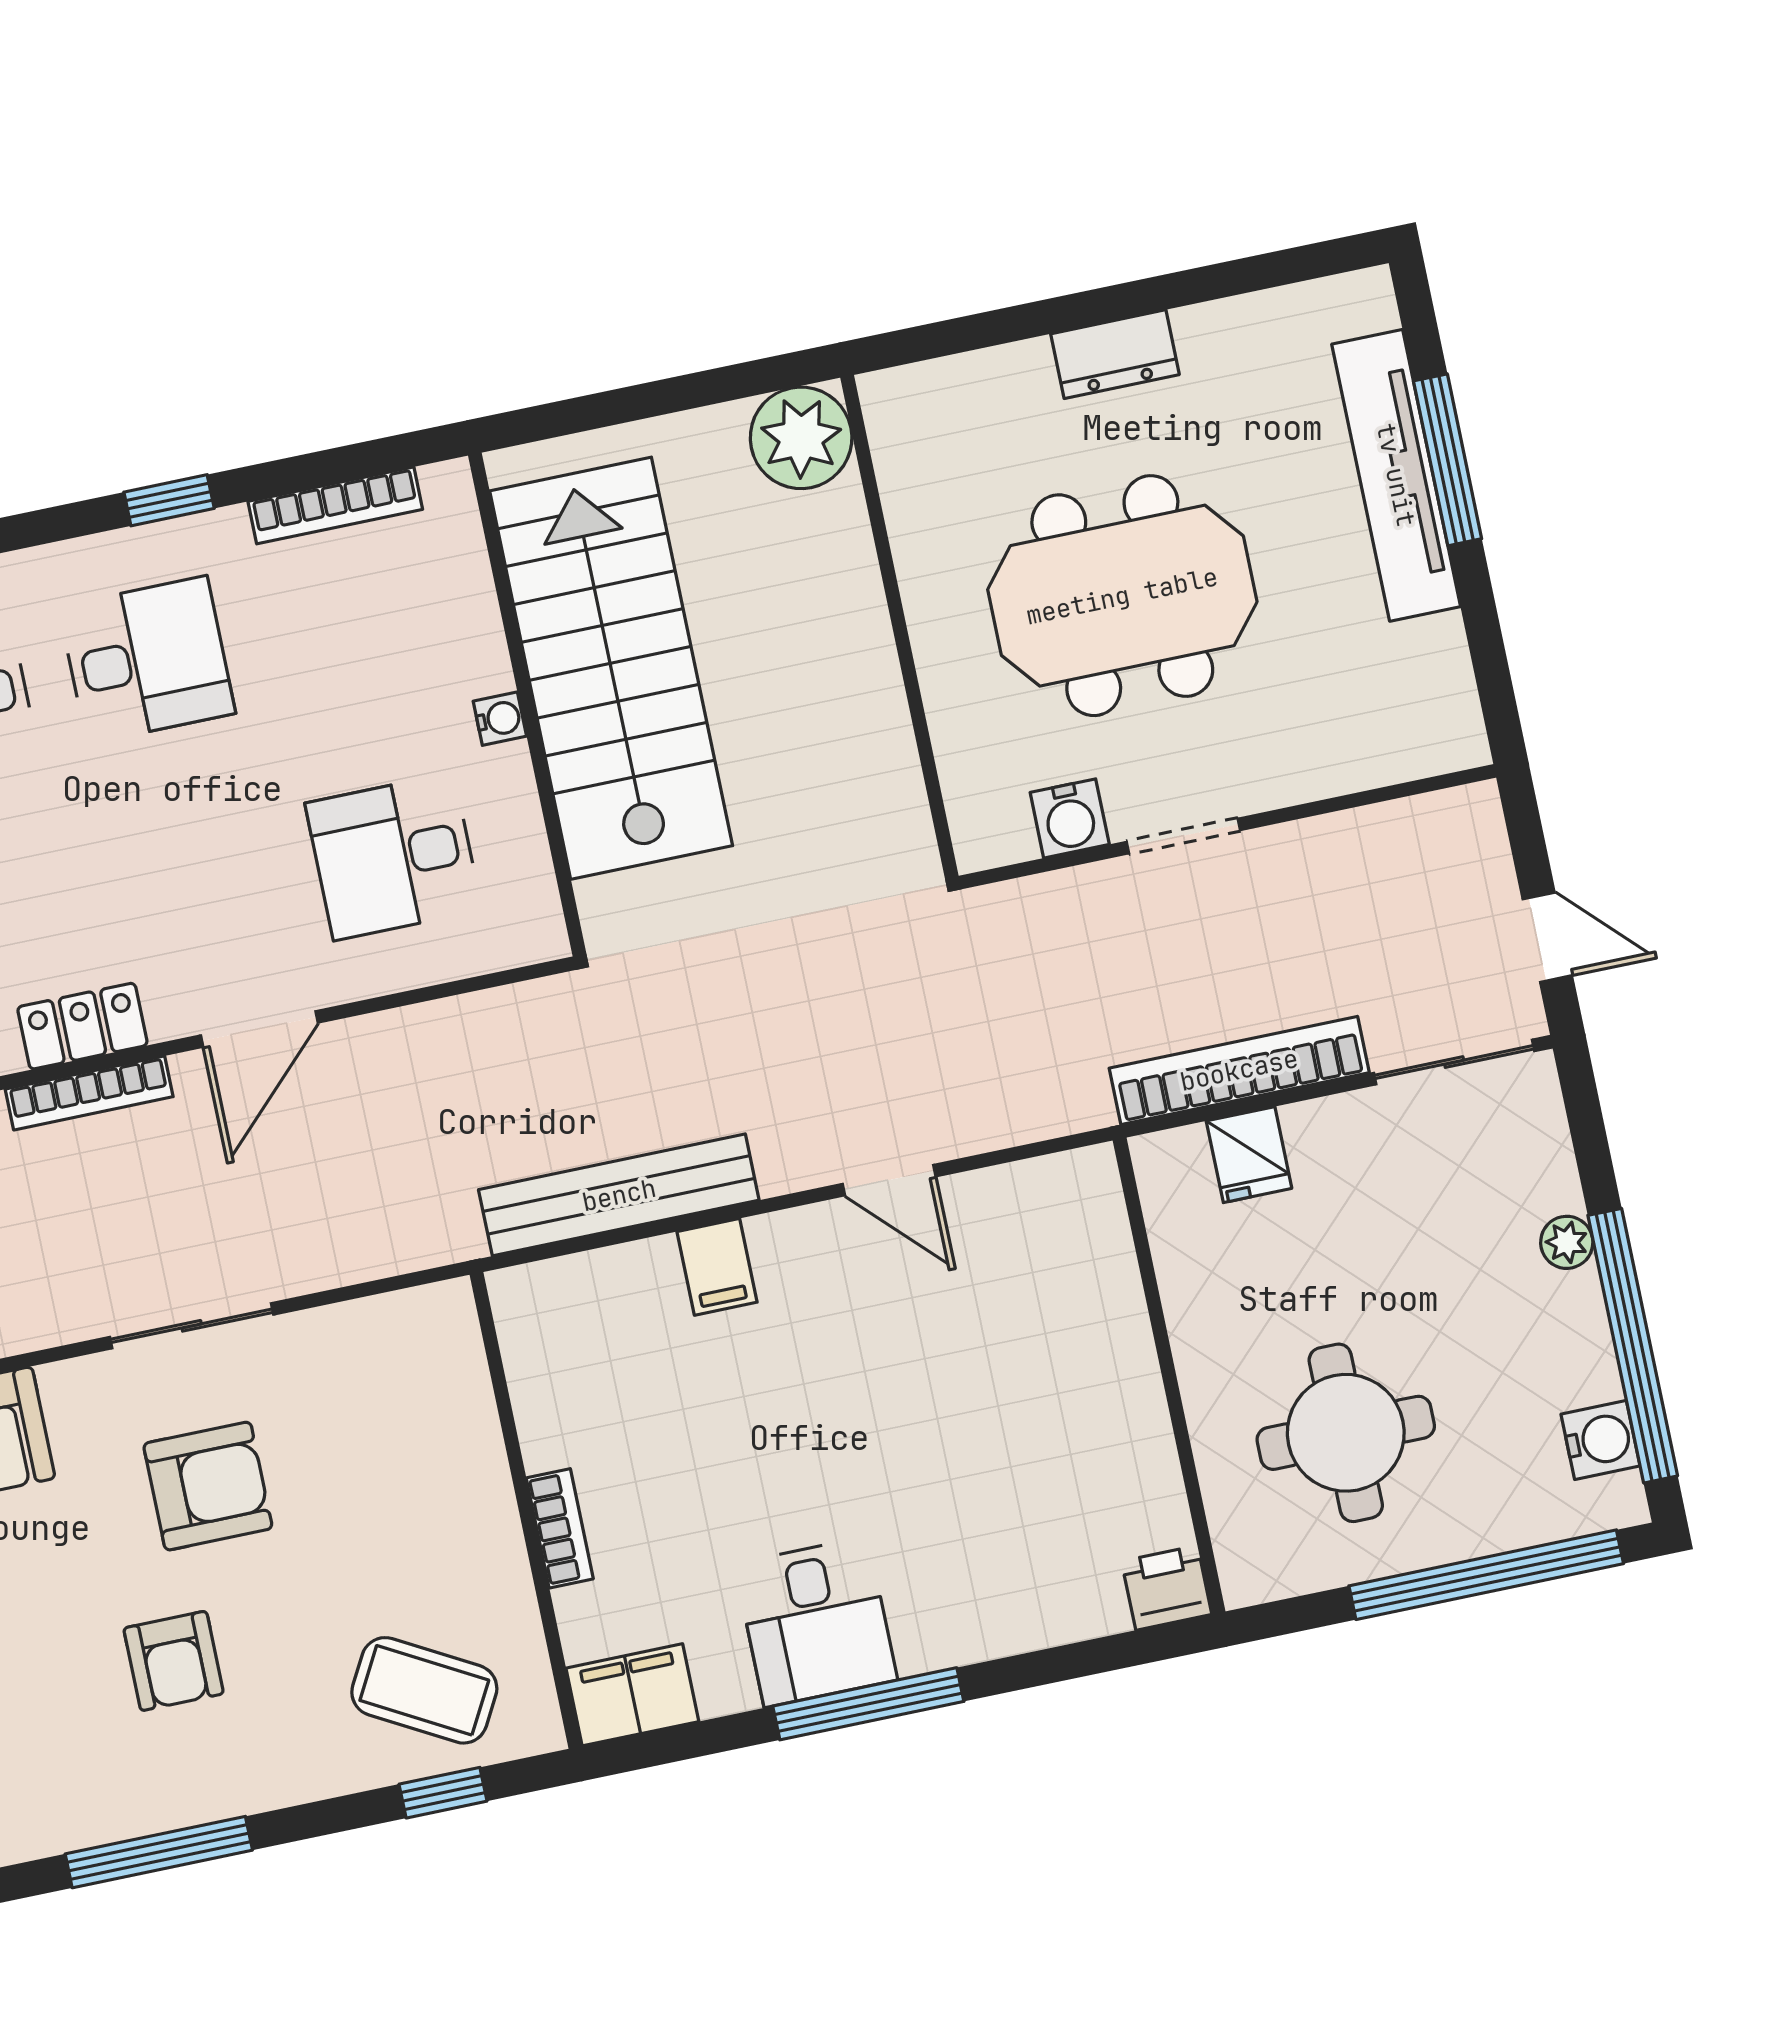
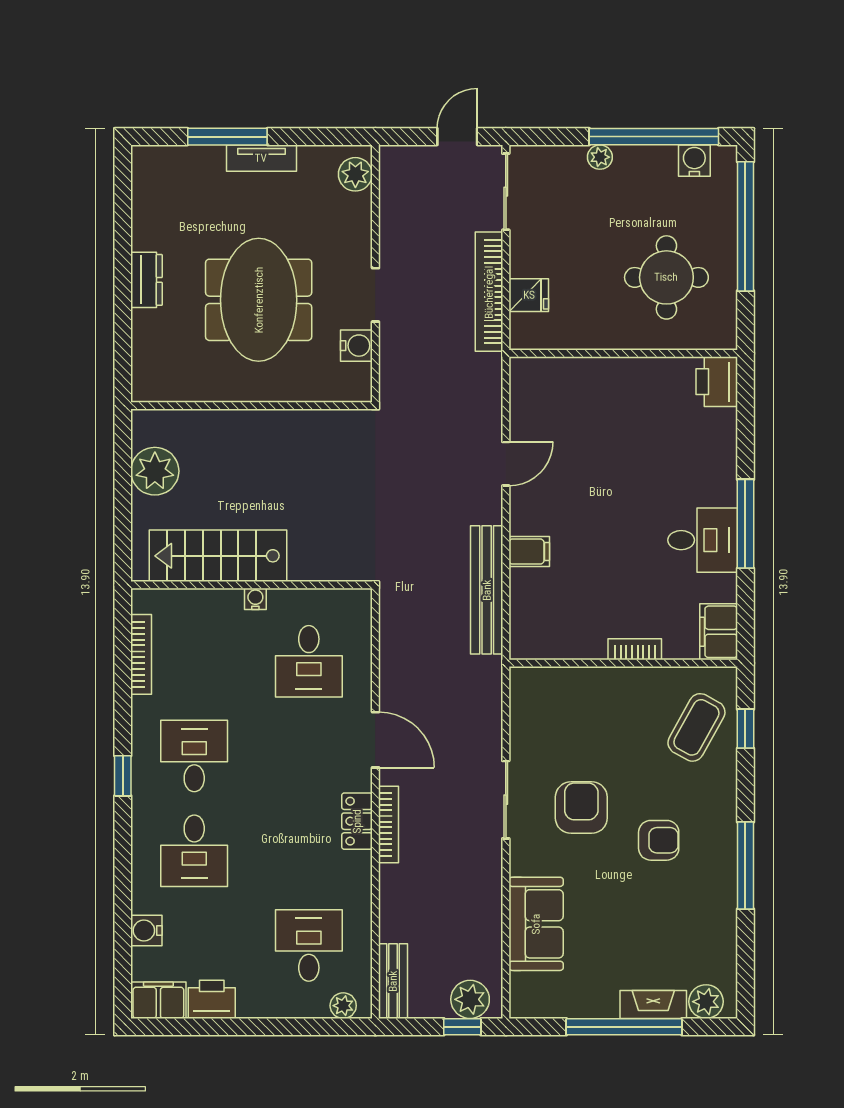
plant: (801, 438) -> (155, 471), moved
tv unit: (1396, 475) -> (261, 158), width x0.52, depth x0.78
window: (169, 500) -> (123, 776), moved
stairs: (611, 668) -> (218, 556), width x0.73, depth x0.66
plant: (1425, 742) -> (355, 174), added
printer: (1167, 1588) -> (717, 382), width x1.36, depth x1.24

